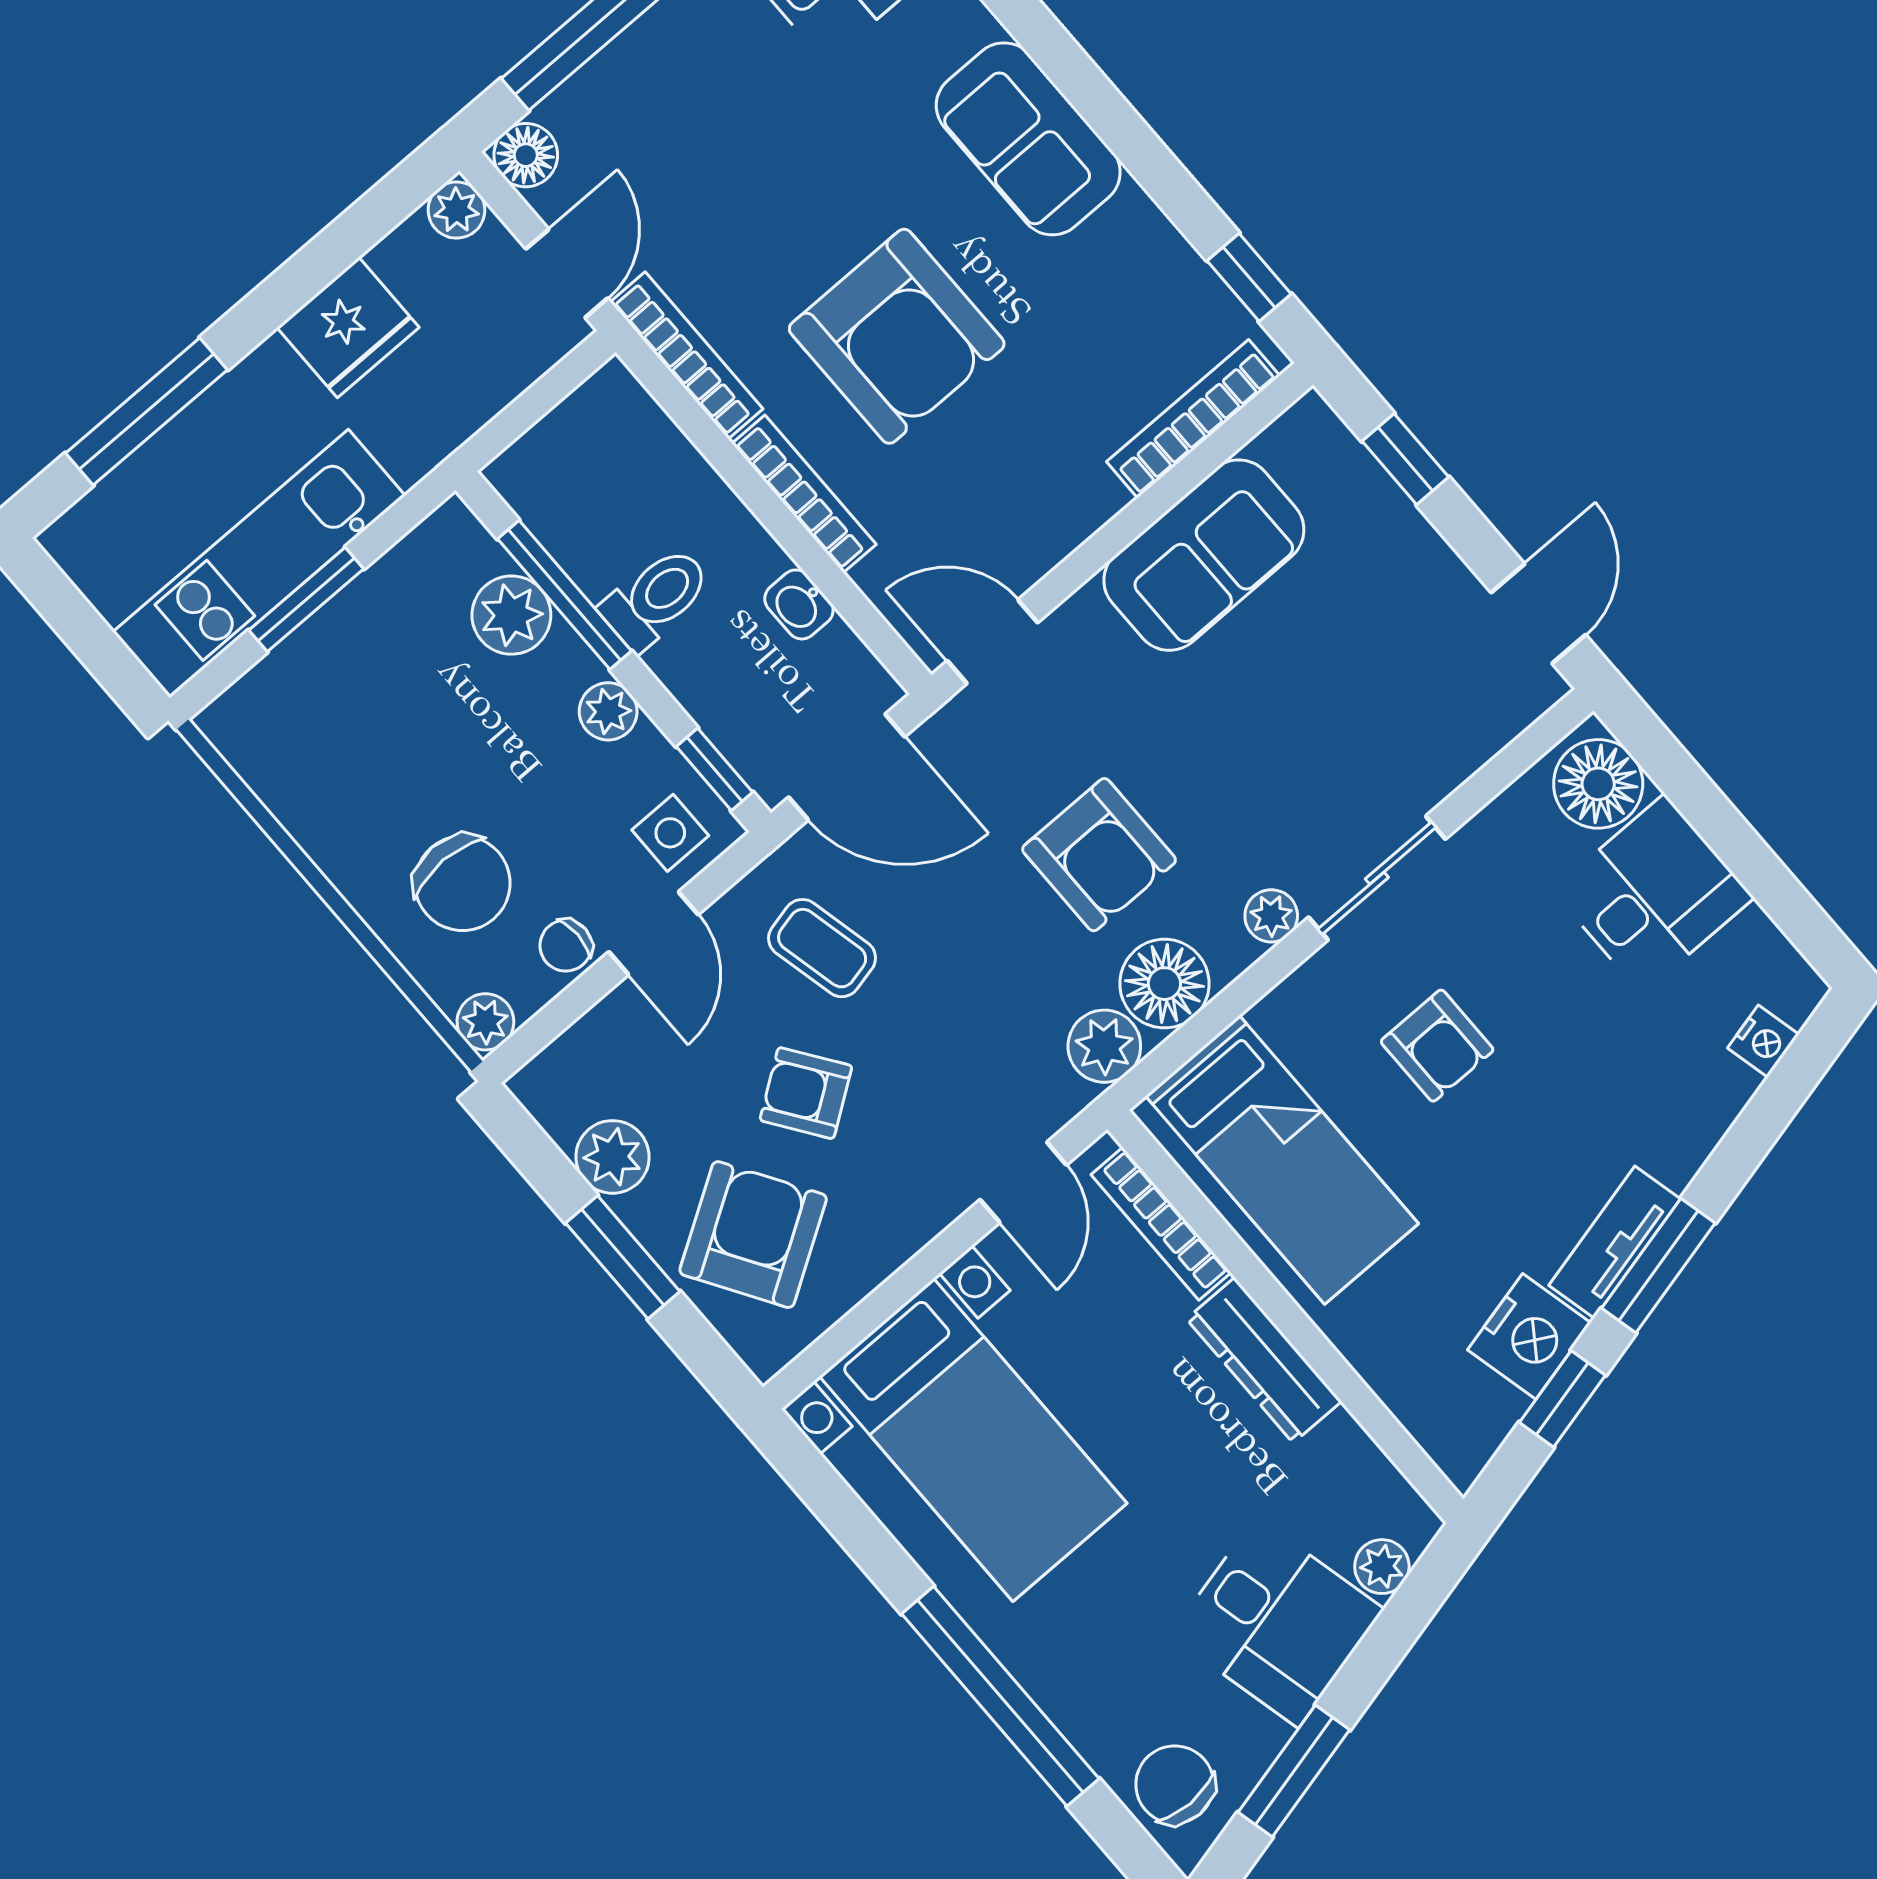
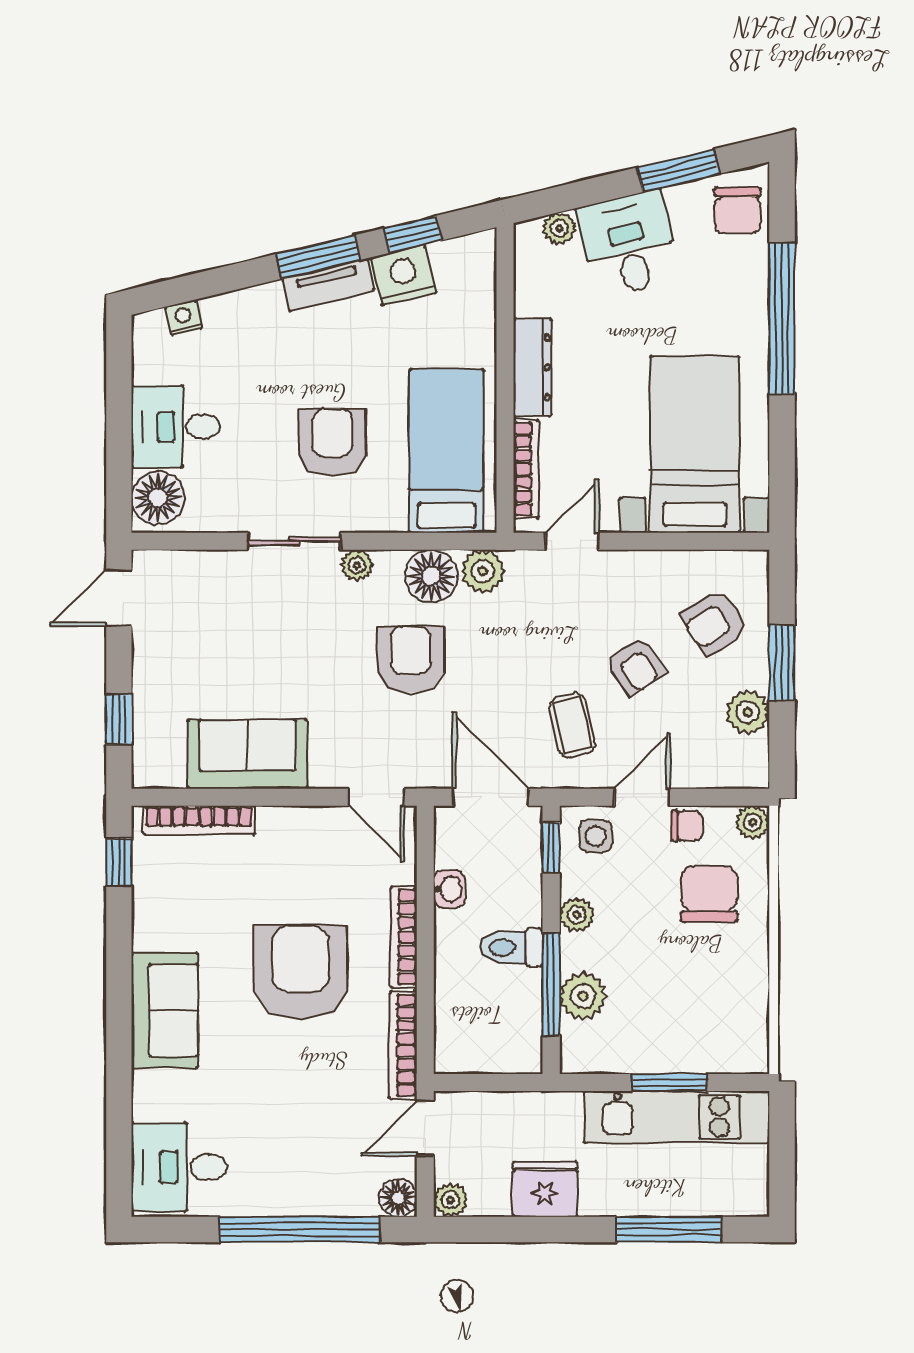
armchair: (1437, 1046) -> (332, 442), width x1.38, depth x1.38
armchair: (753, 1235) -> (714, 622), width x0.72, depth x0.72

